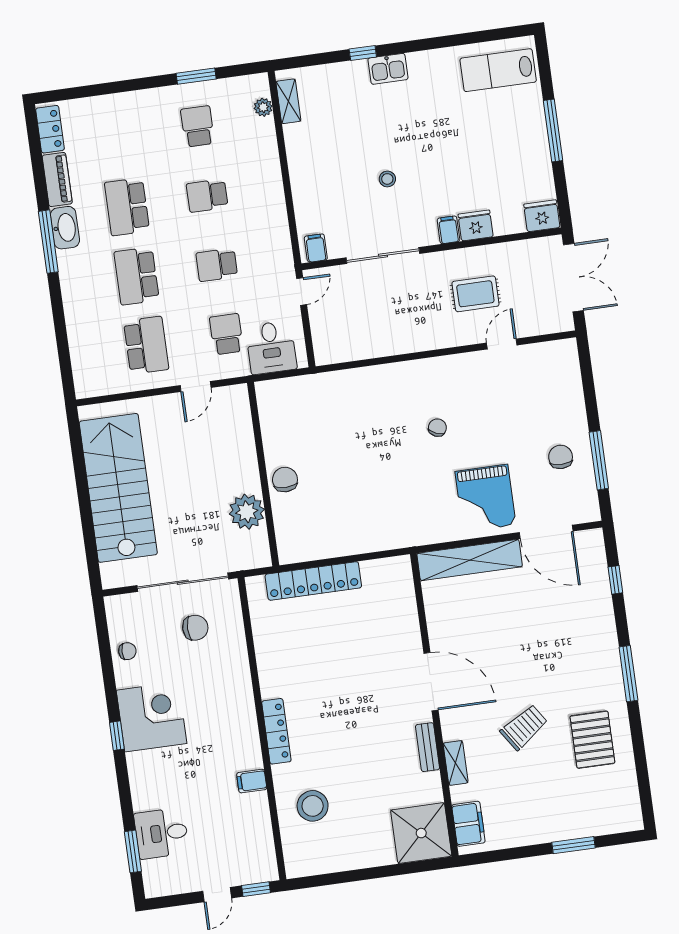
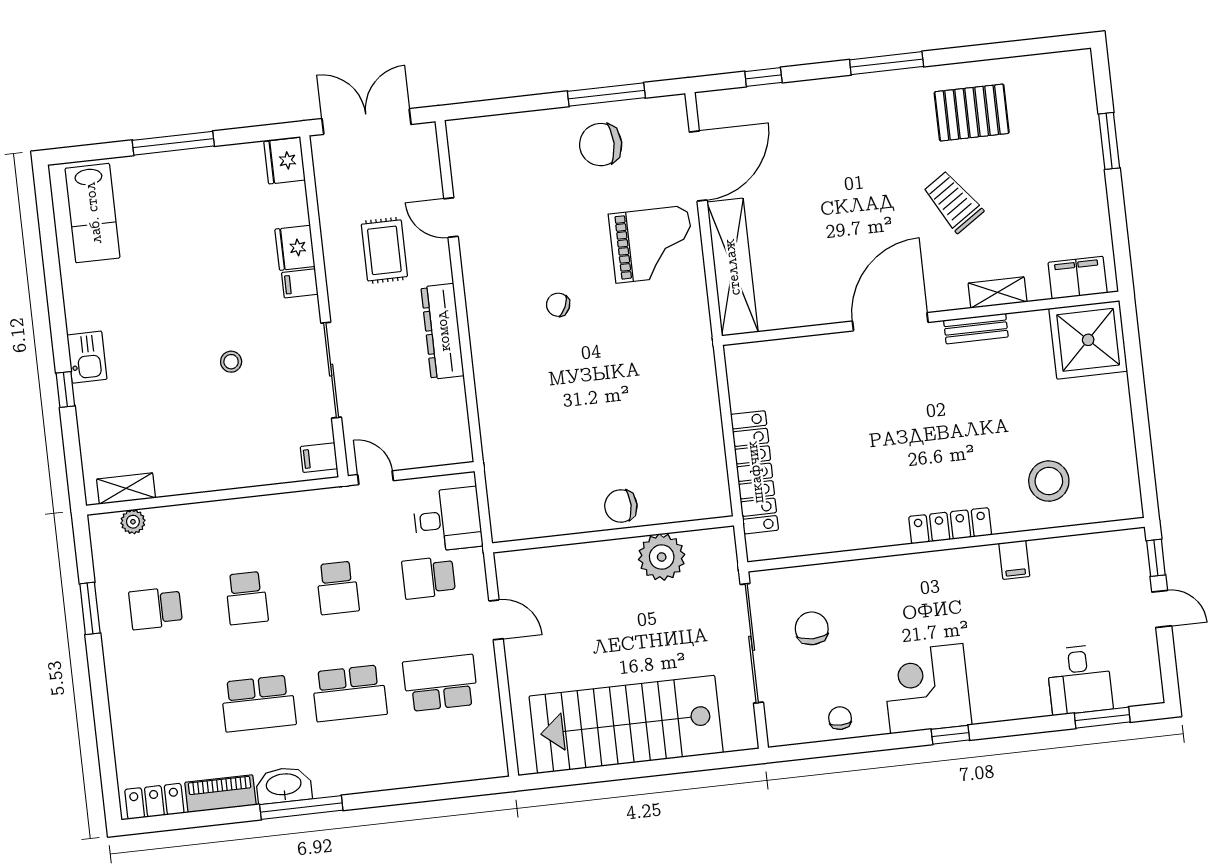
dresser: (415, 340) -> (443, 331), added
chair: (561, 457) -> (601, 145), width x1.37, depth x1.37

